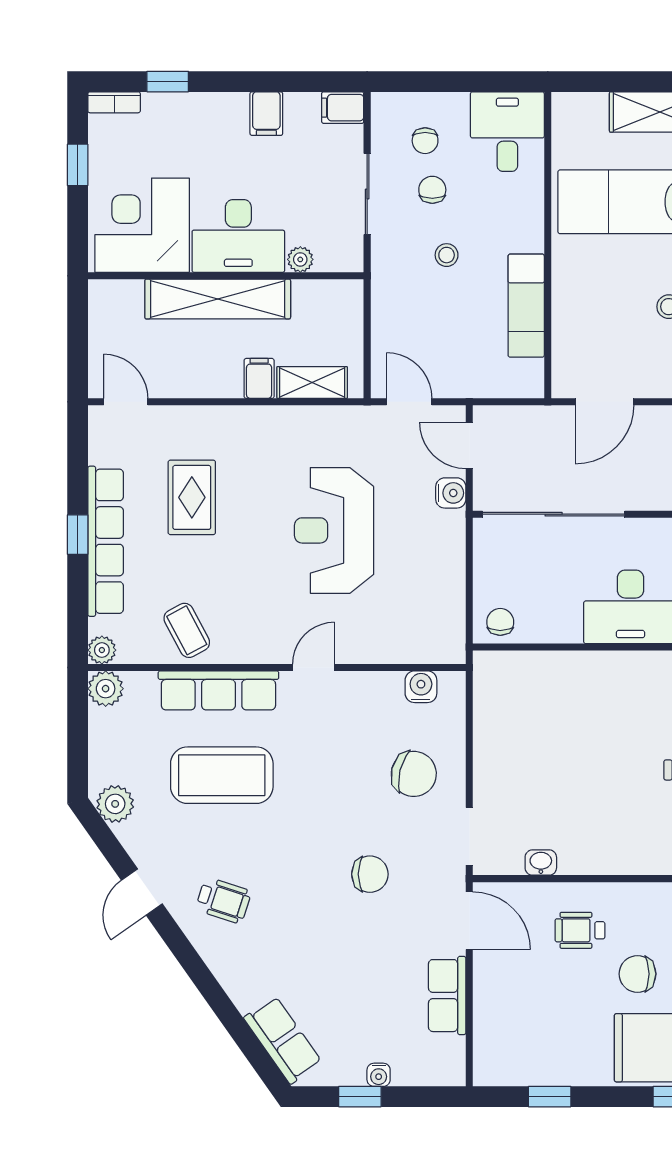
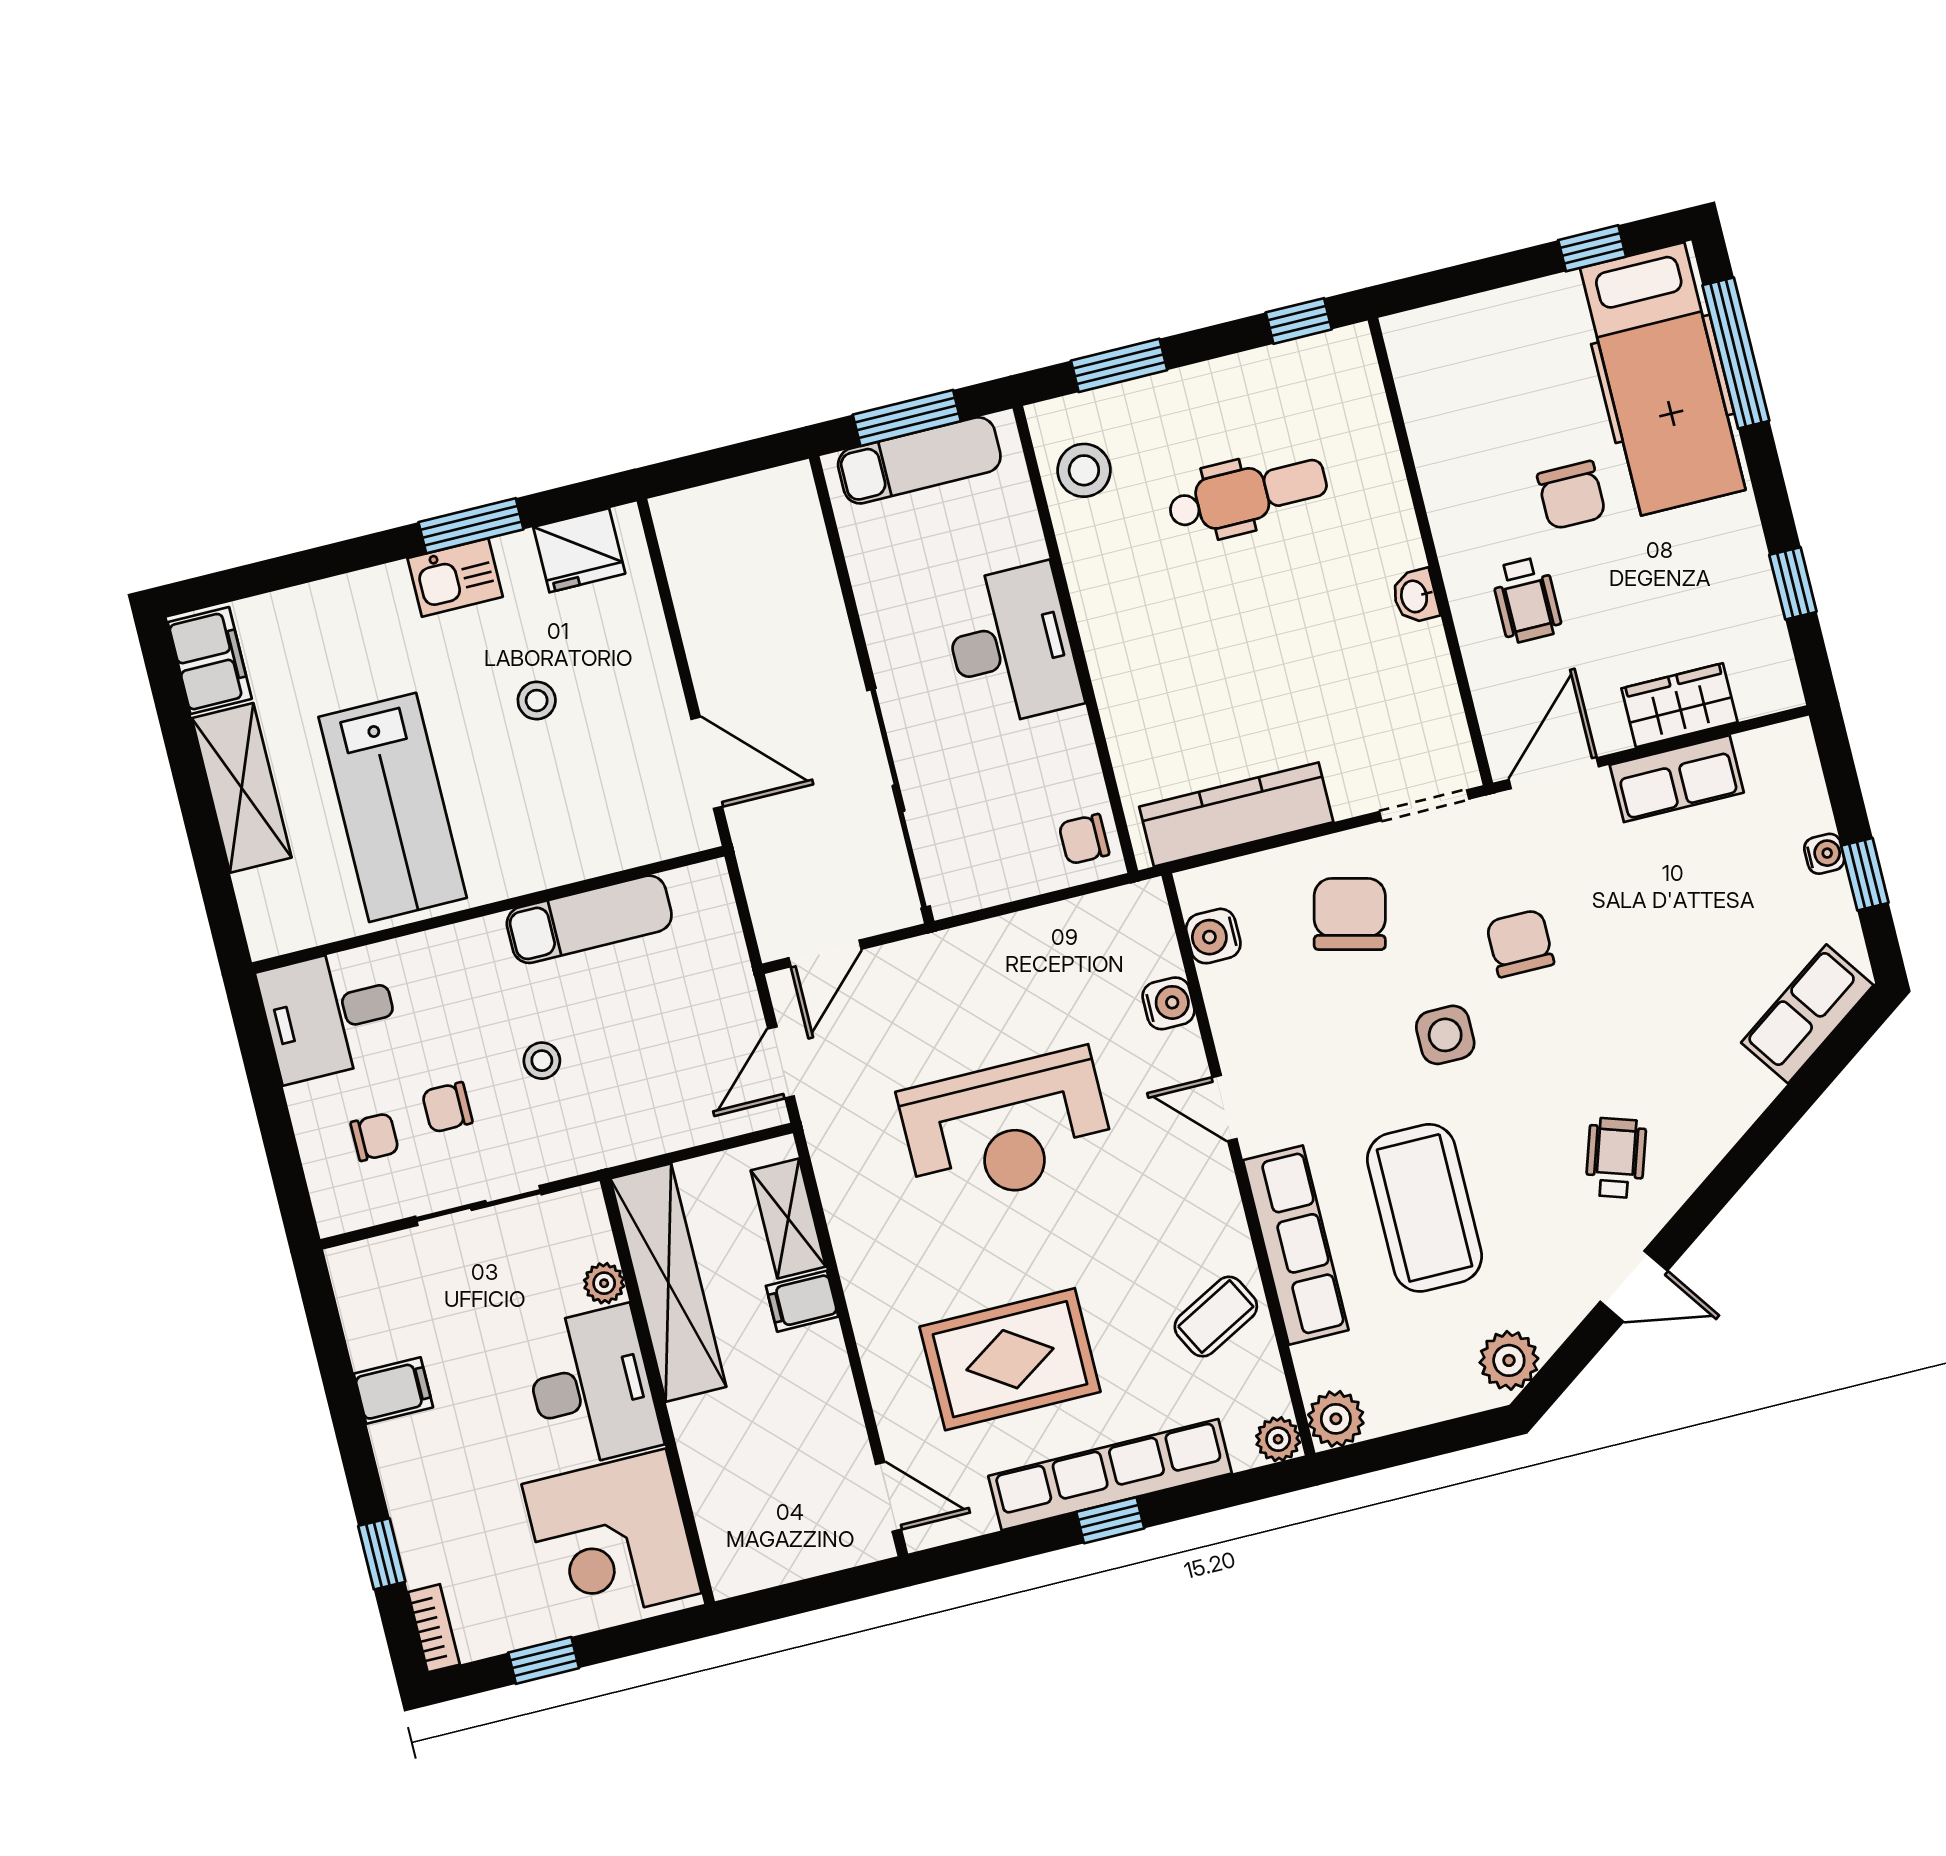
filing cabinet: (343, 108) -> (355, 1276), removed
shelving: (218, 299) -> (668, 1283), moved
door: (126, 402) -> (889, 1497), swing flipped
water cooler: (451, 493) -> (1169, 1003), moved, turned 90
rug: (192, 497) -> (1010, 1359), width x1.36, depth x1.43
kitchen counter: (492, 719) -> (1236, 814), added
side table: (325, 814) -> (1445, 1035), added
washbasin: (541, 863) -> (1415, 596), moved
wardrobe: (492, 1008) -> (1679, 705), added

